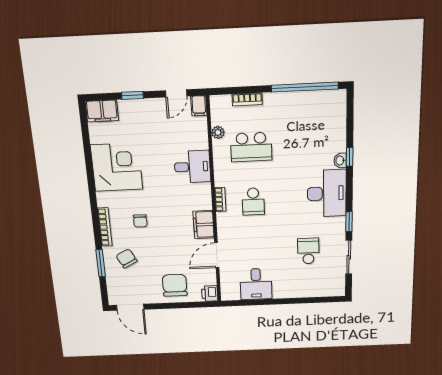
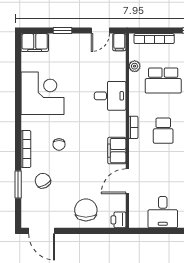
bookcase: (247, 99) -> (154, 39), width x1.56

